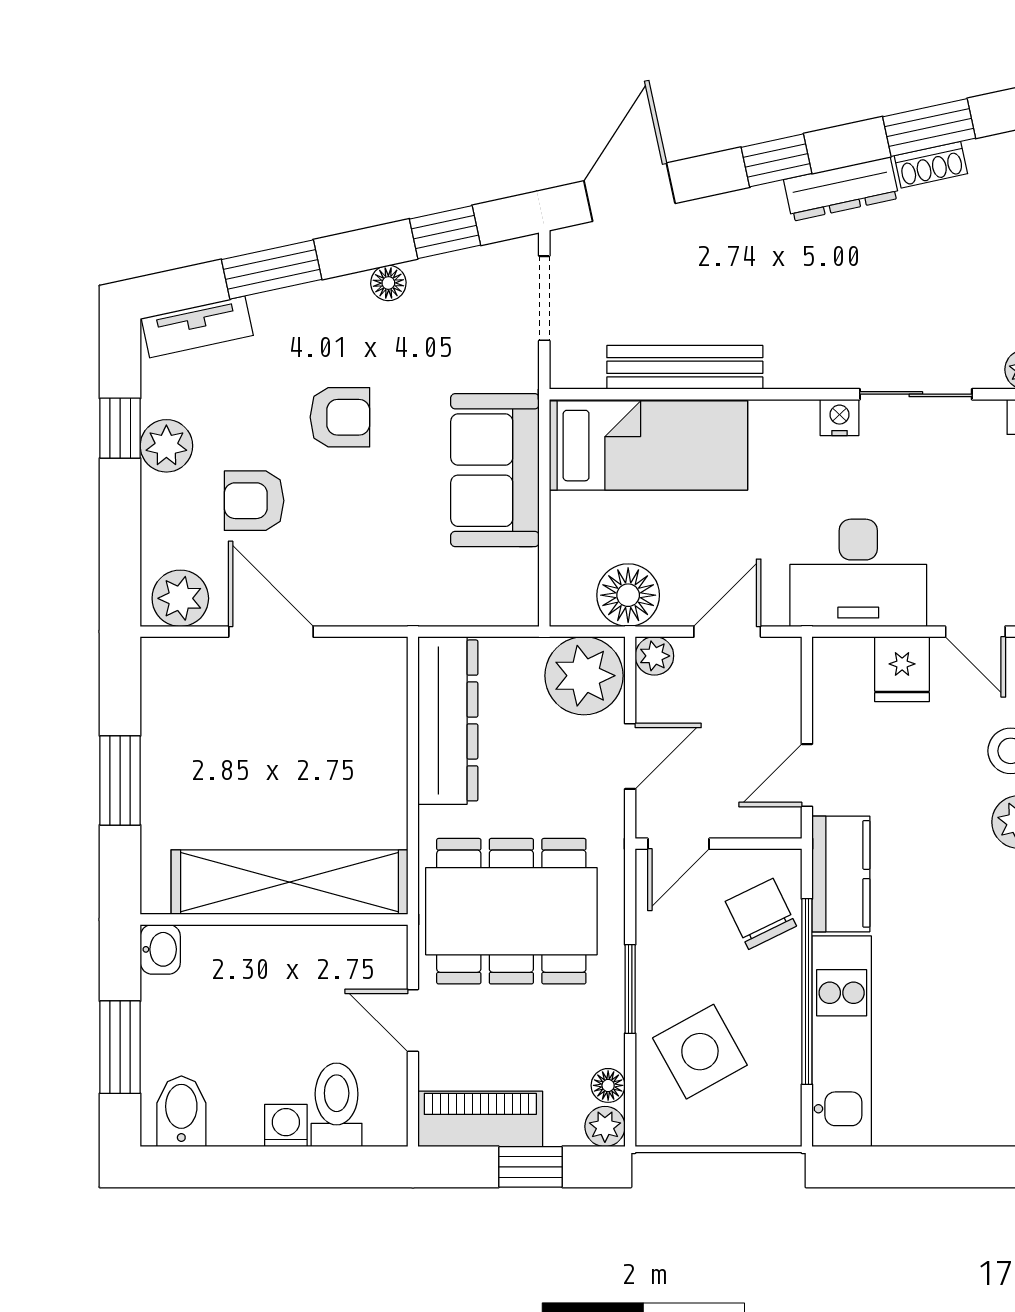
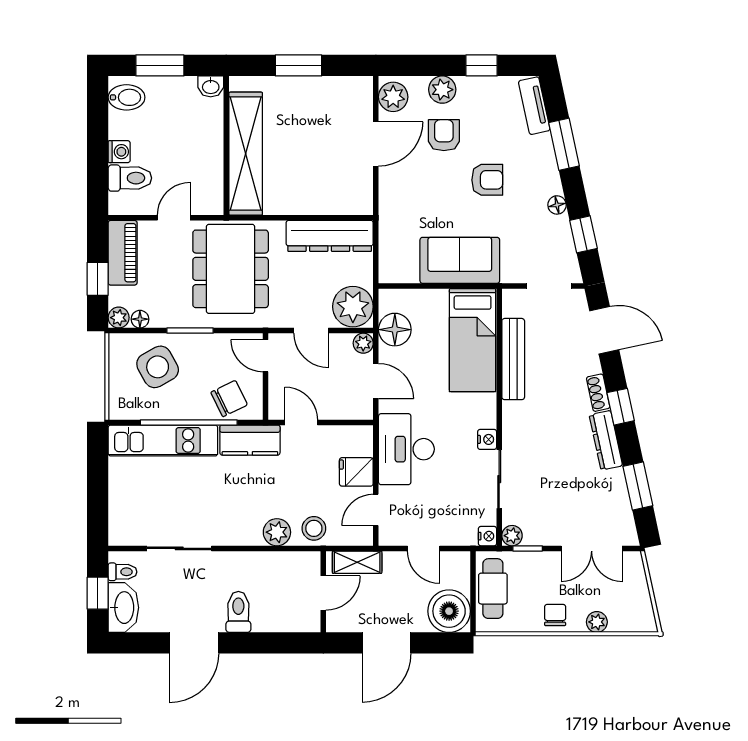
shoe rack: (931, 165) -> (598, 393), moved
armchair: (340, 417) -> (487, 180), turned -90
plant: (166, 446) -> (442, 90), moved

